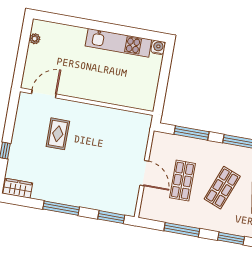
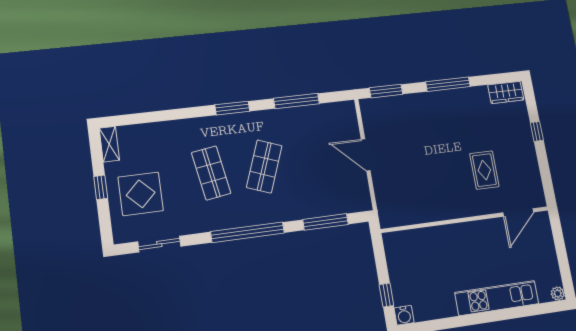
plant: (35, 39) -> (558, 294), moved
kitchen unit: (118, 43) -> (497, 298), moved
window: (166, 66) -> (386, 295), added
shop shelf: (182, 181) -> (316, 160), removed

